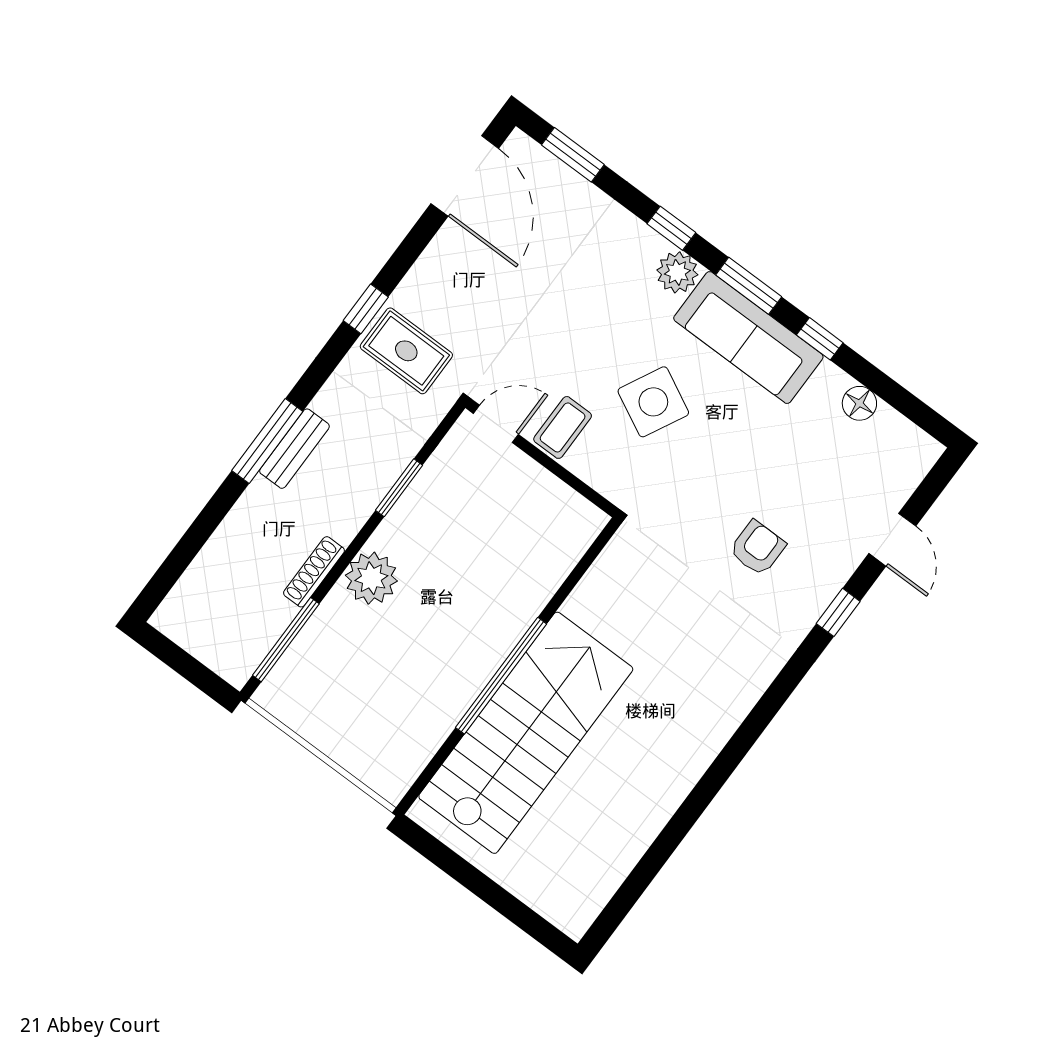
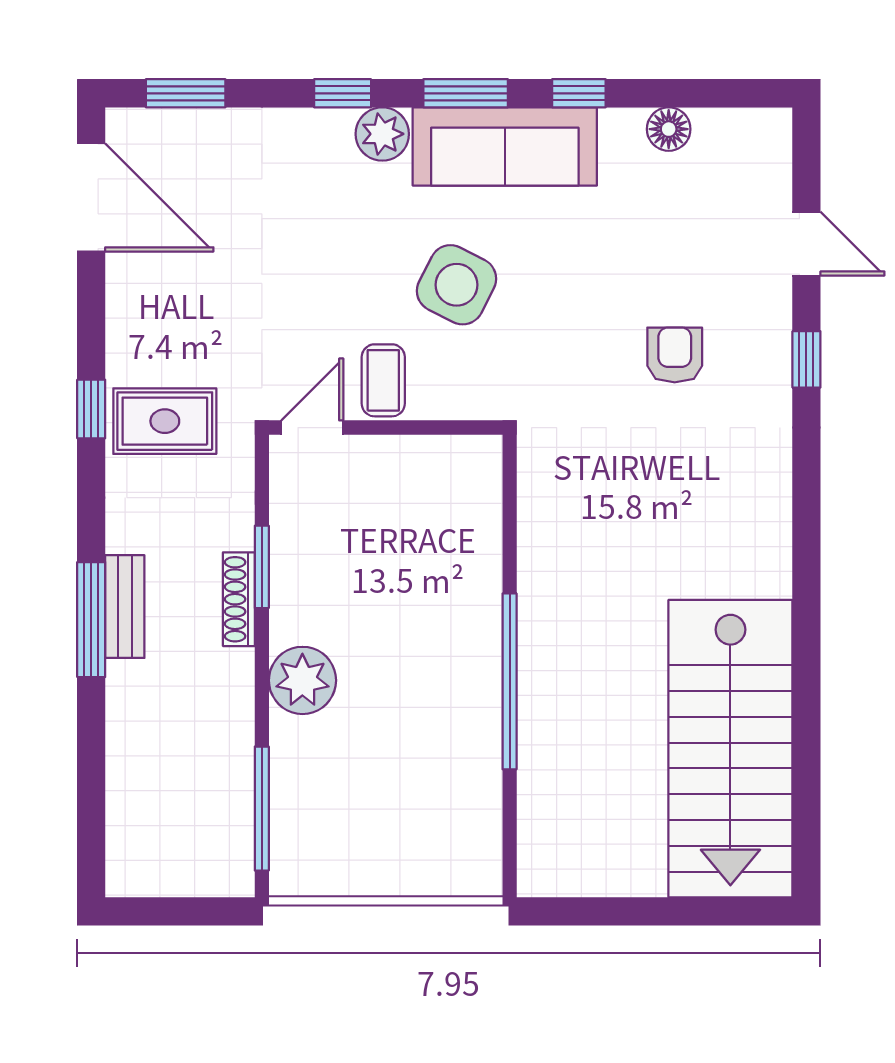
shoe rack: (314, 572) -> (239, 599), moved
stairs: (526, 733) -> (730, 749), moved, turned 180

